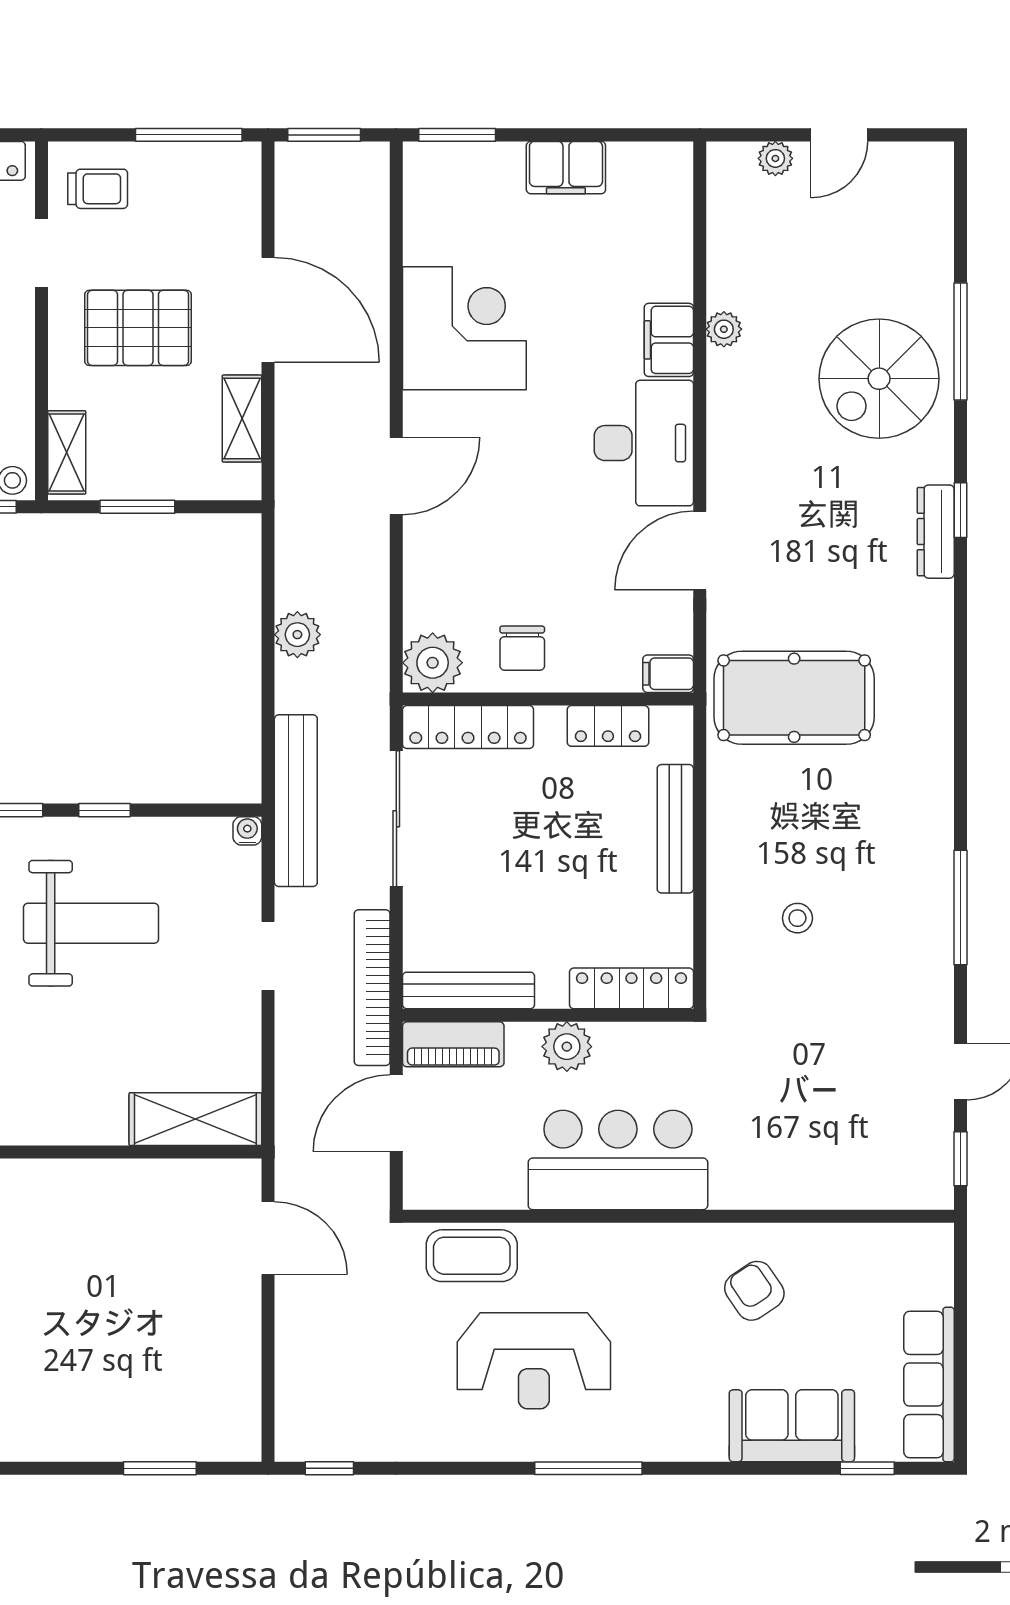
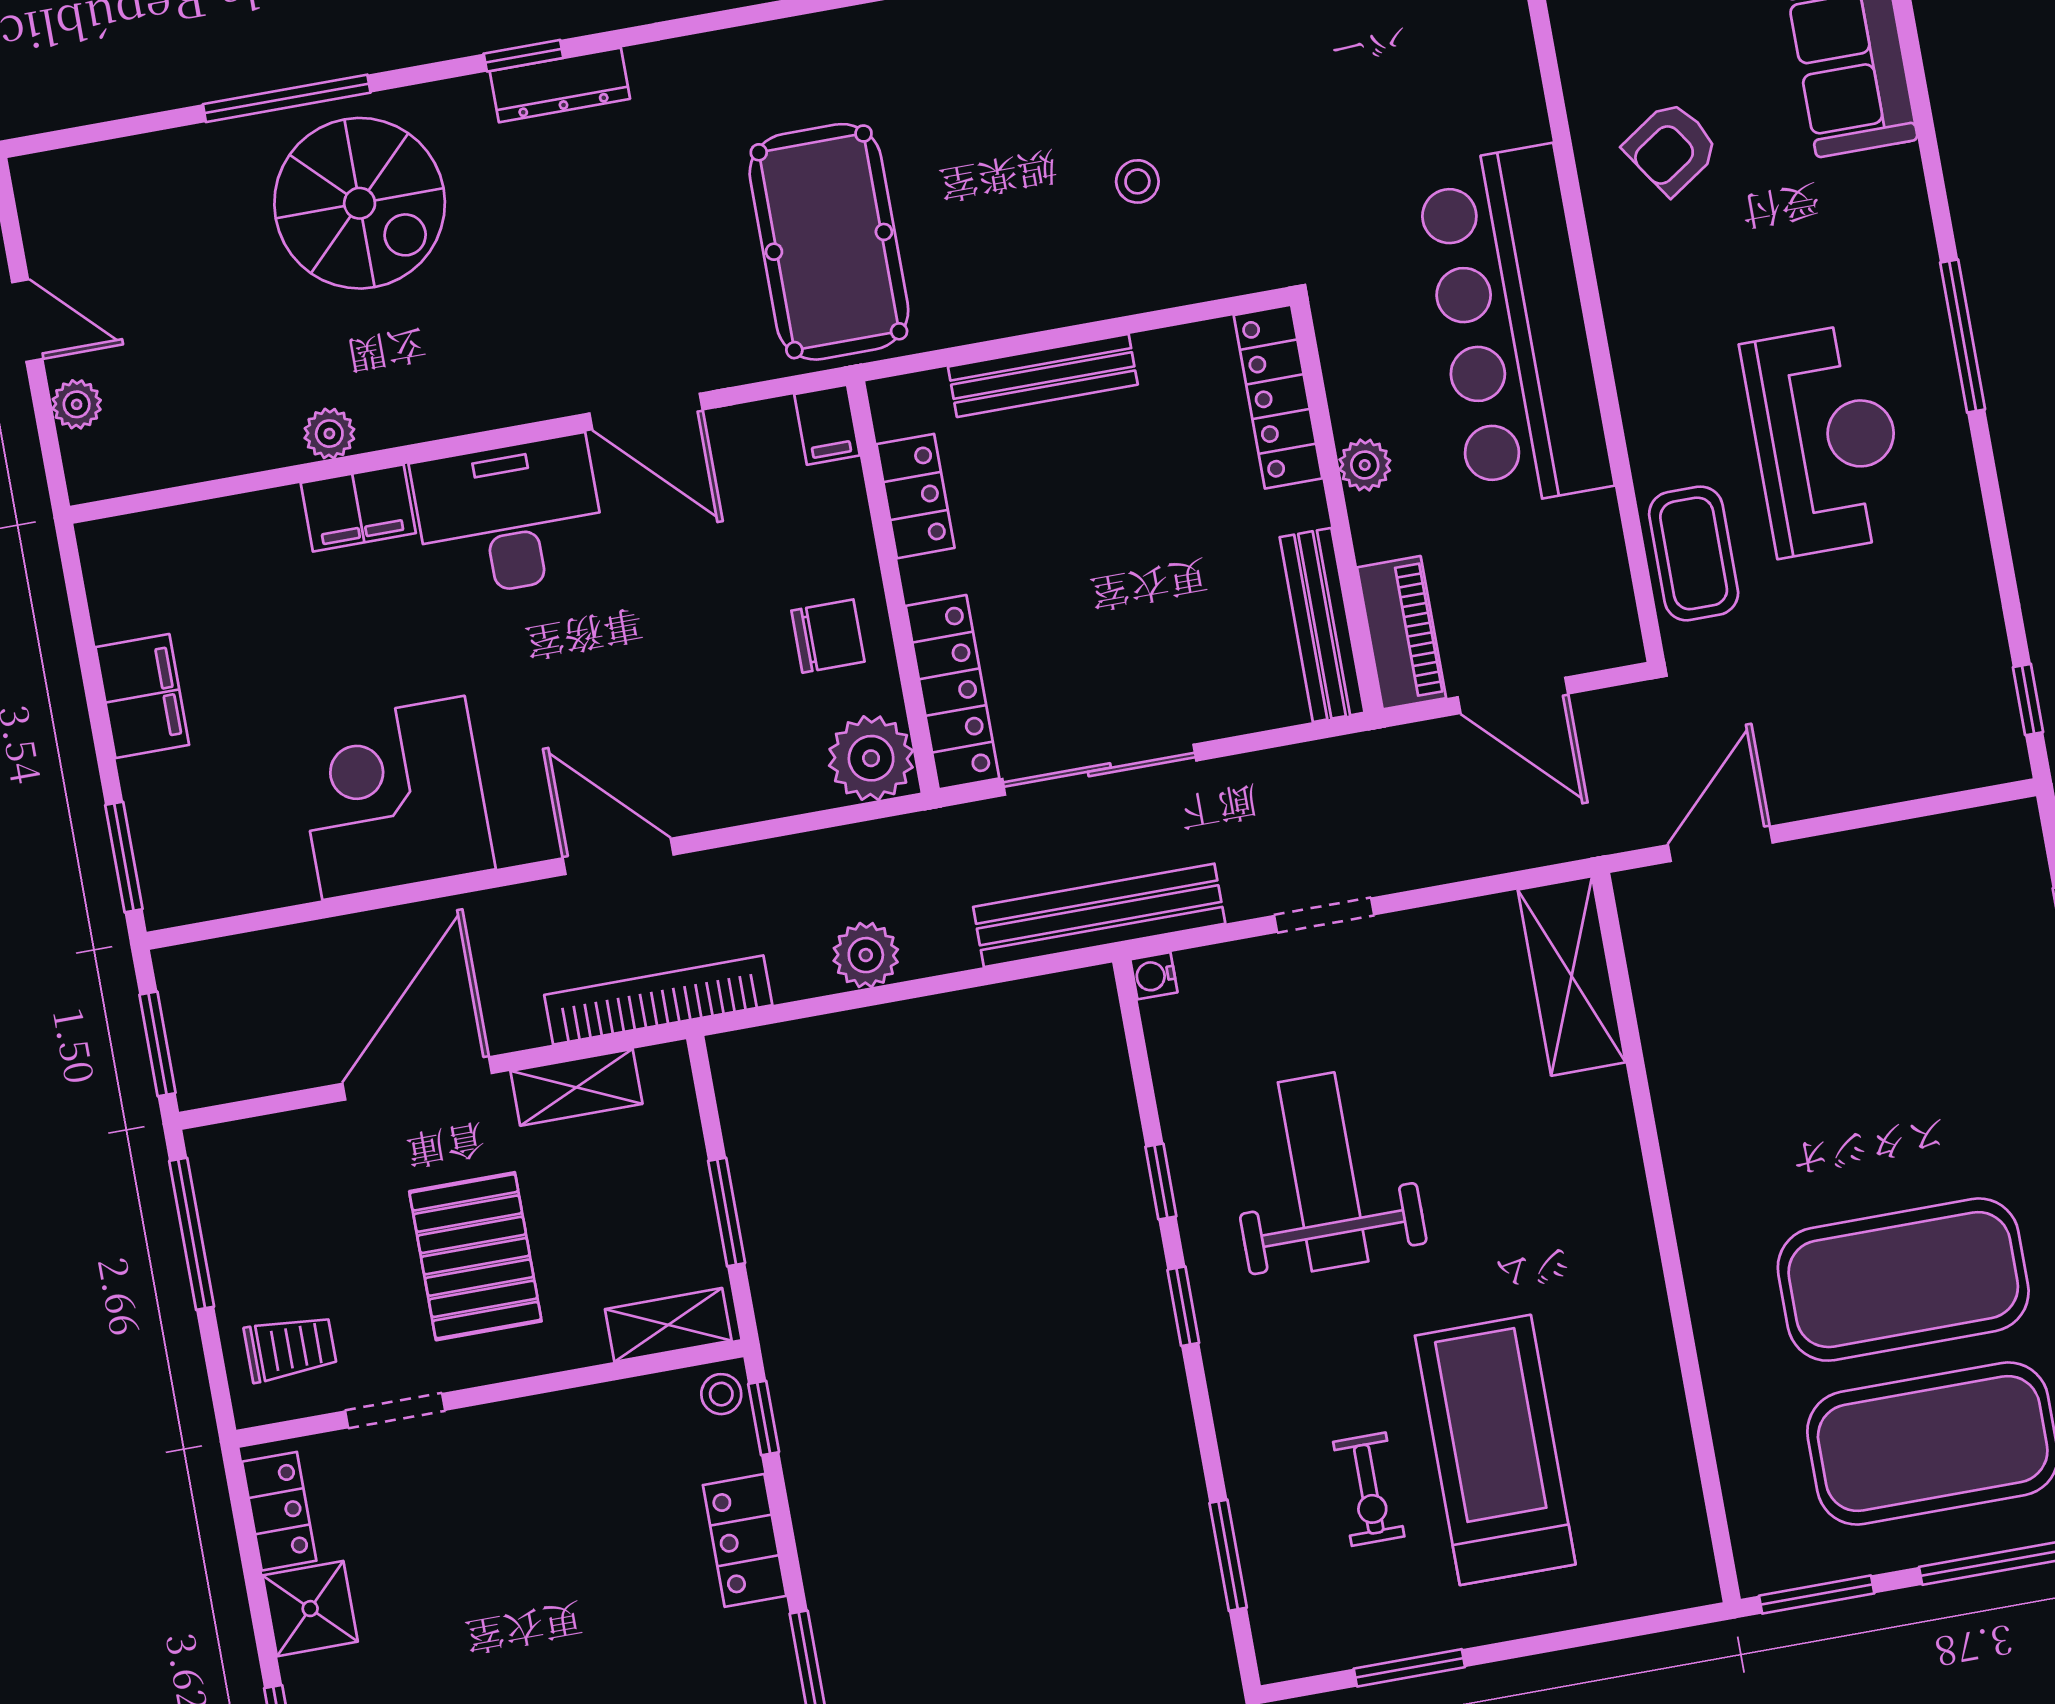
trolley: (98, 189) -> (290, 1348), turned 90
bookcase: (372, 988) -> (658, 1000), moved, turned 180
plant: (567, 1047) -> (1365, 465), width x0.73, depth x0.73
bar counter: (618, 1160) -> (1514, 327), width x1.36

